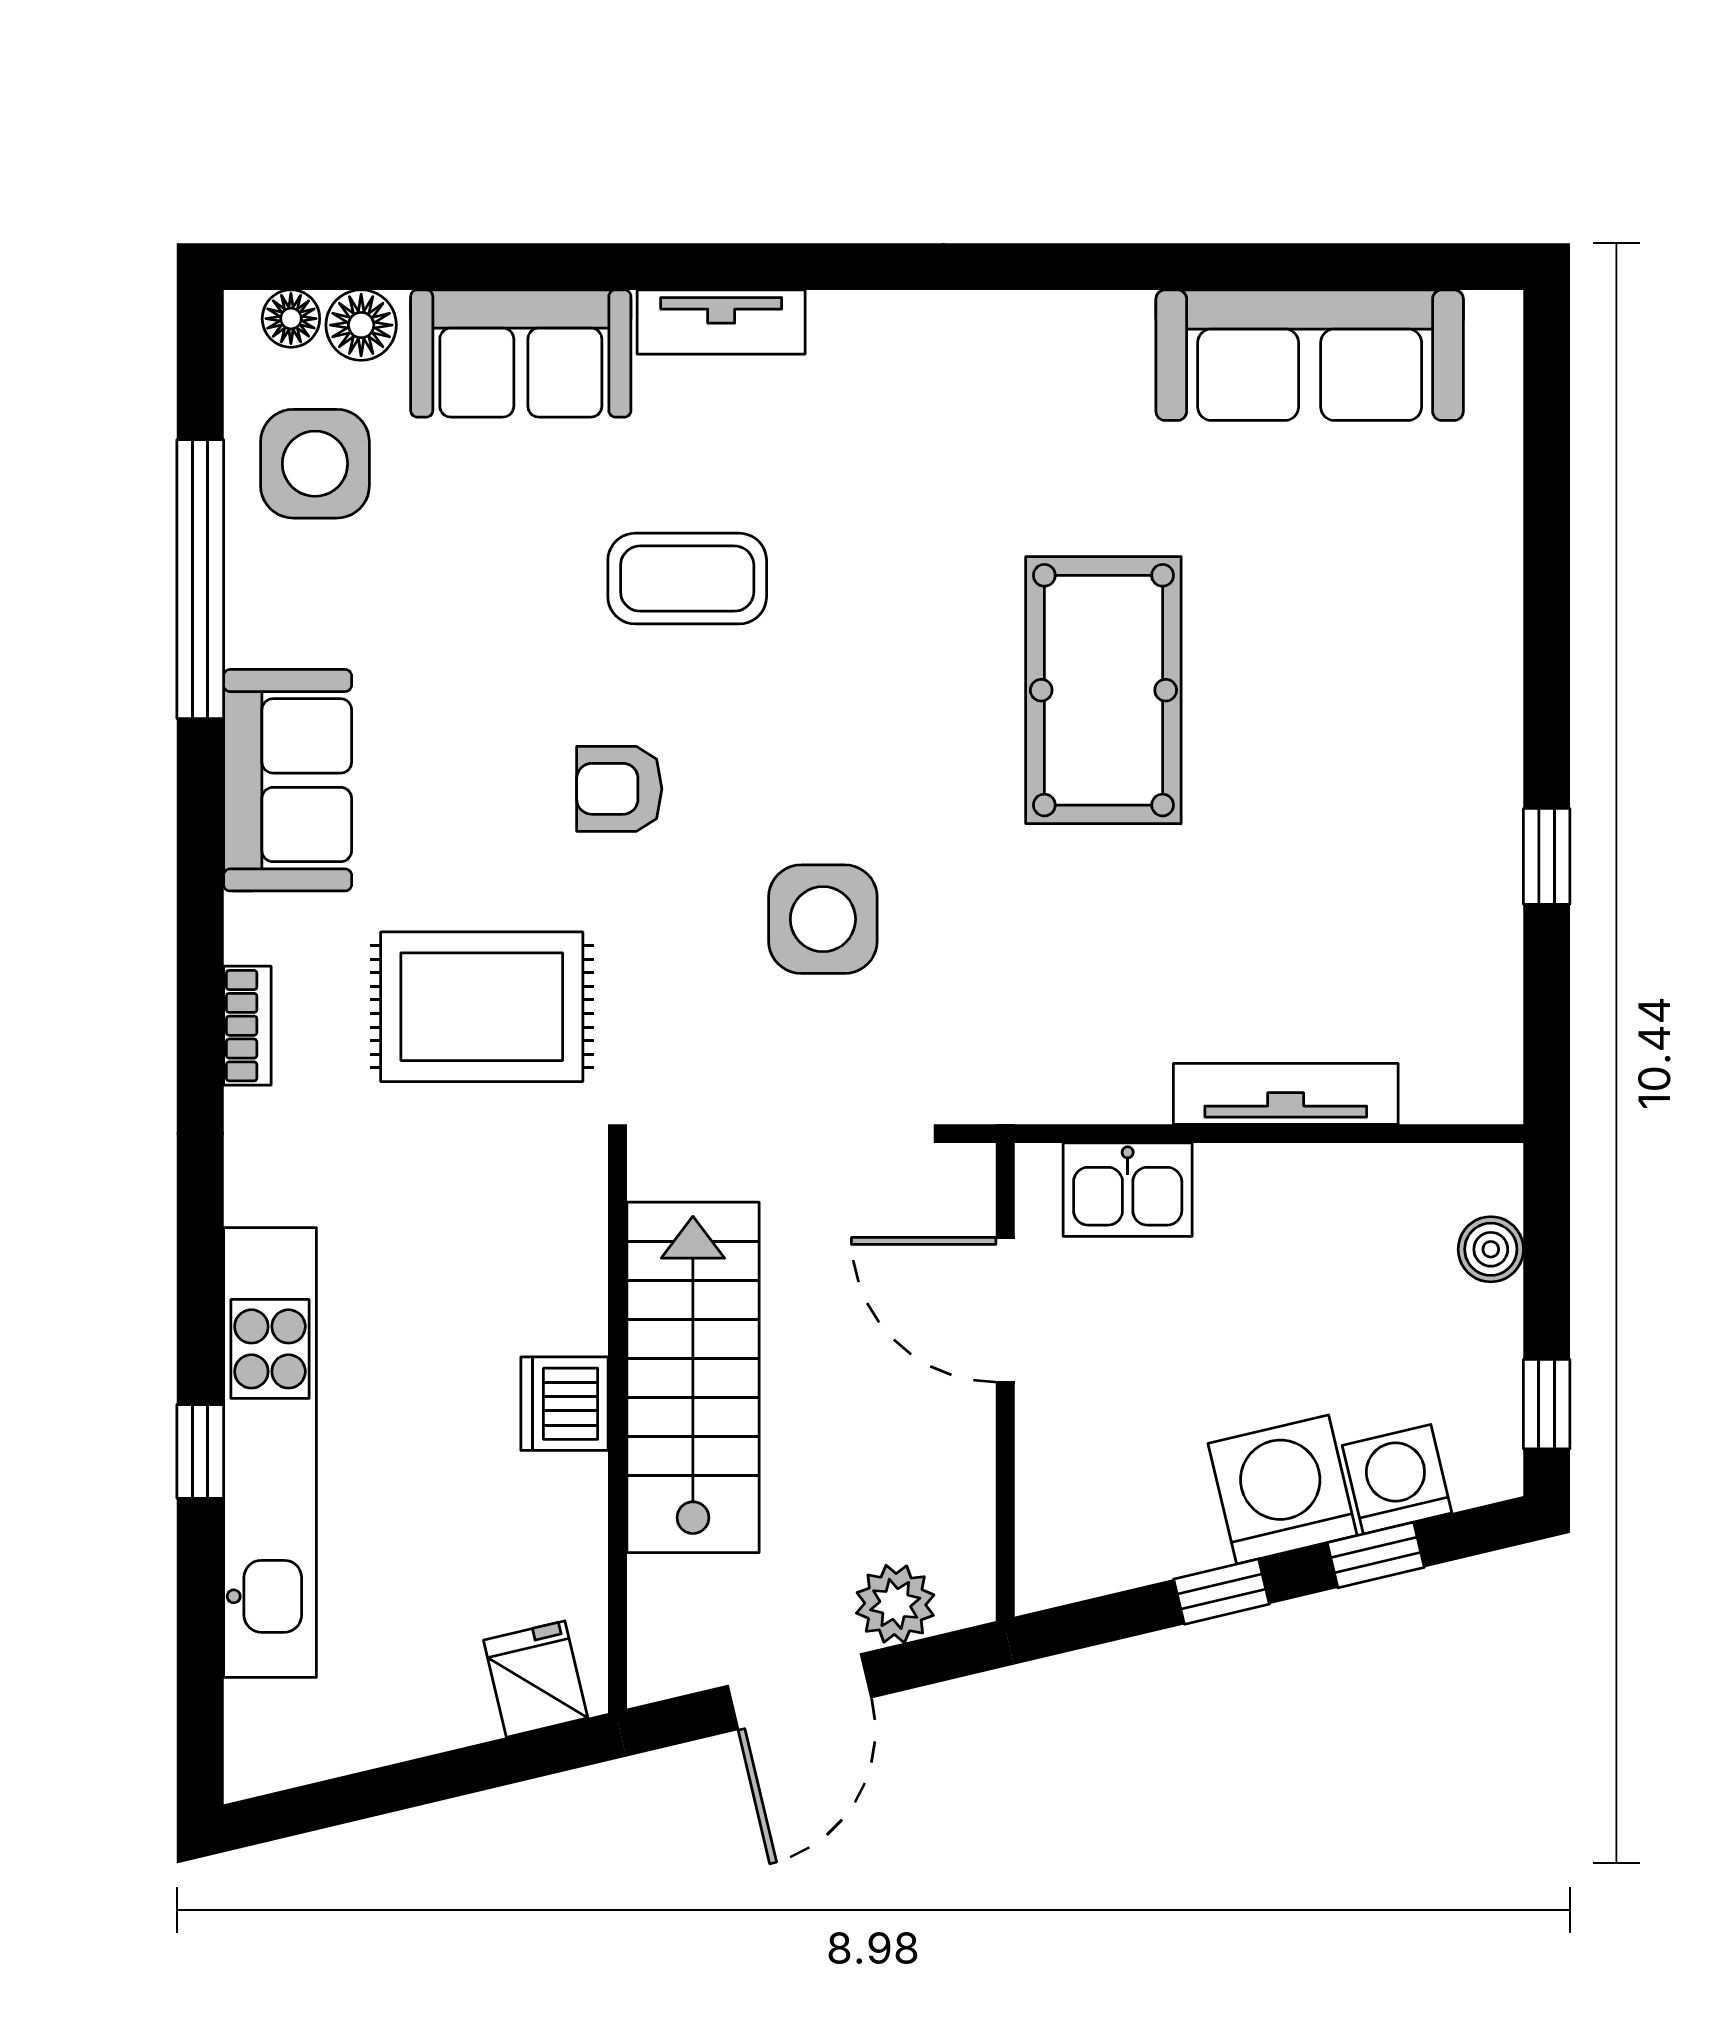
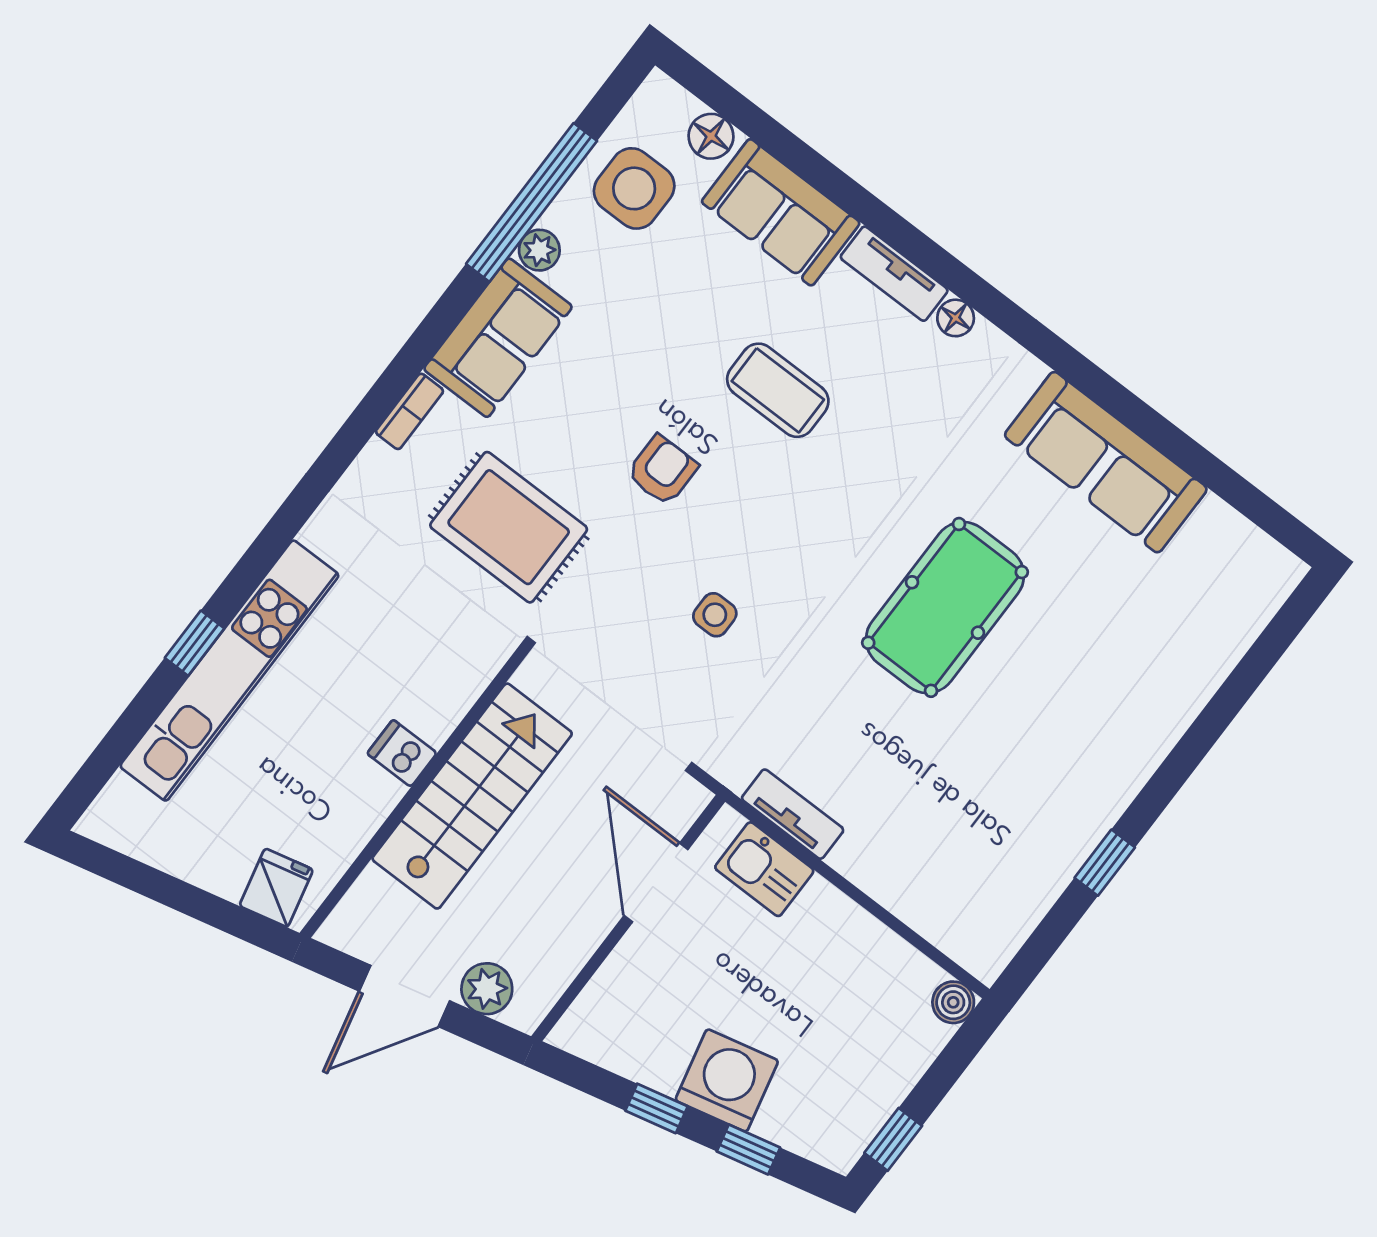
floor lamp: (291, 319) -> (956, 318), moved
sofa: (1310, 355) -> (1106, 462), moved
plant: (255, 631) -> (539, 250), added
armchair: (619, 789) -> (662, 470), turned 90
side table: (823, 919) -> (715, 615), width x0.54, depth x0.54
bookcase: (247, 1026) -> (410, 411), moved
tv unit: (1286, 1094) -> (793, 814), moved, width x0.71
boiler: (1491, 1249) -> (953, 1002), moved
dishwasher: (564, 1404) -> (402, 753), width x0.73
washing machine: (1397, 1479) -> (789, 1119), removed

